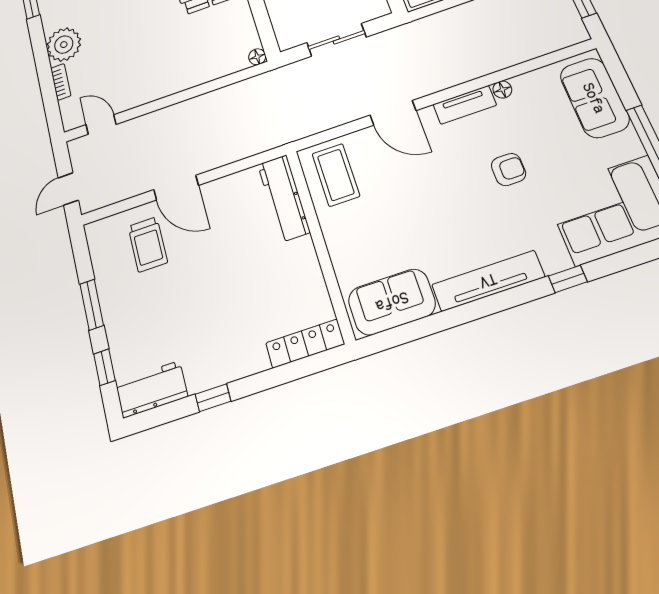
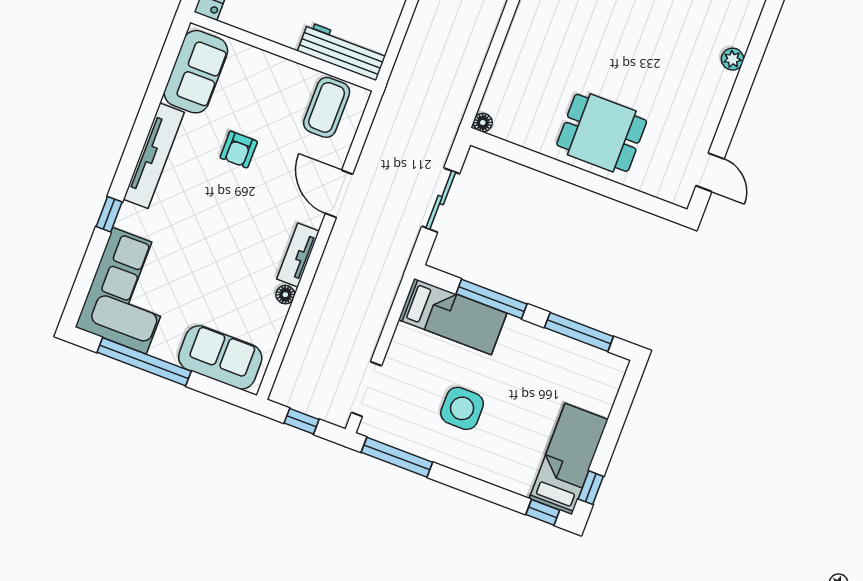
door: (393, 113) -> (339, 194), hinge flipped
armchair: (508, 170) -> (239, 150), moved
coffee table: (336, 175) -> (327, 107), turned 90

